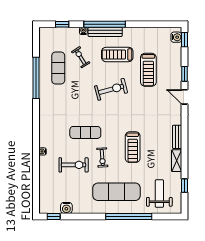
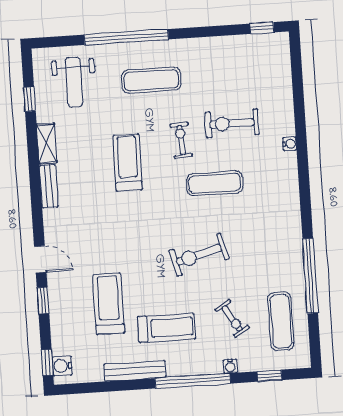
bench: (105, 32) -> (135, 371), moved
exercise mat: (58, 68) -> (281, 321), moved
exercise bike: (111, 89) -> (199, 255), moved
exercise mat: (117, 192) -> (151, 80), width x0.73, depth x0.69
water cooler: (66, 208) -> (240, 45), removed

